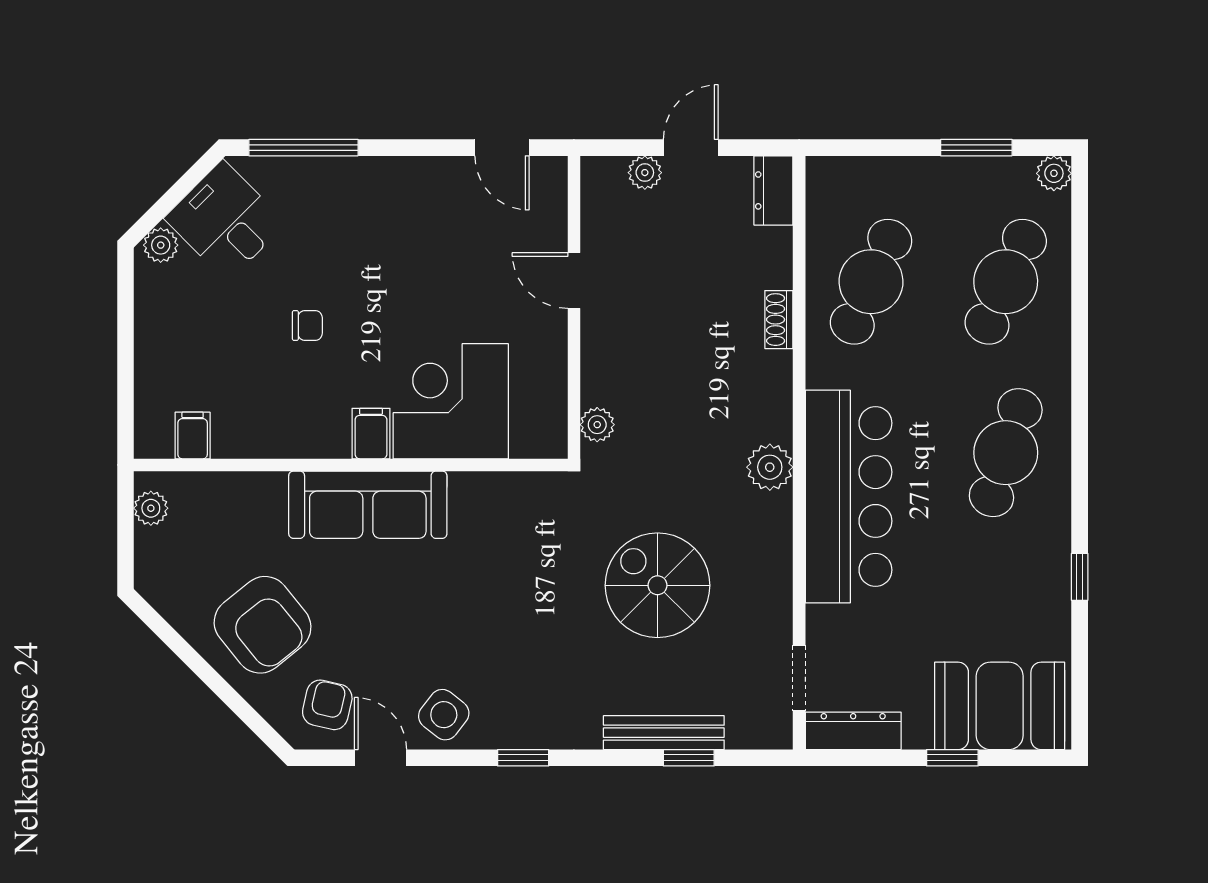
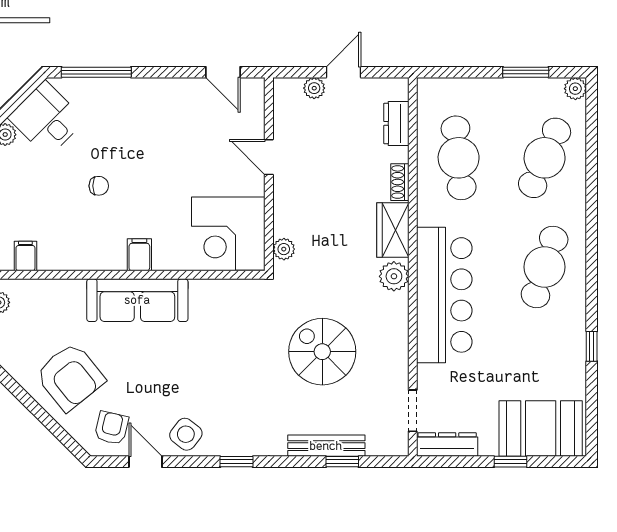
dresser: (773, 190) -> (396, 123), moved
cafe table: (871, 282) -> (459, 158), turned -30
wardrobe: (768, 395) -> (393, 230), added
corner desk: (451, 401) -> (228, 234), moved, turned -90

